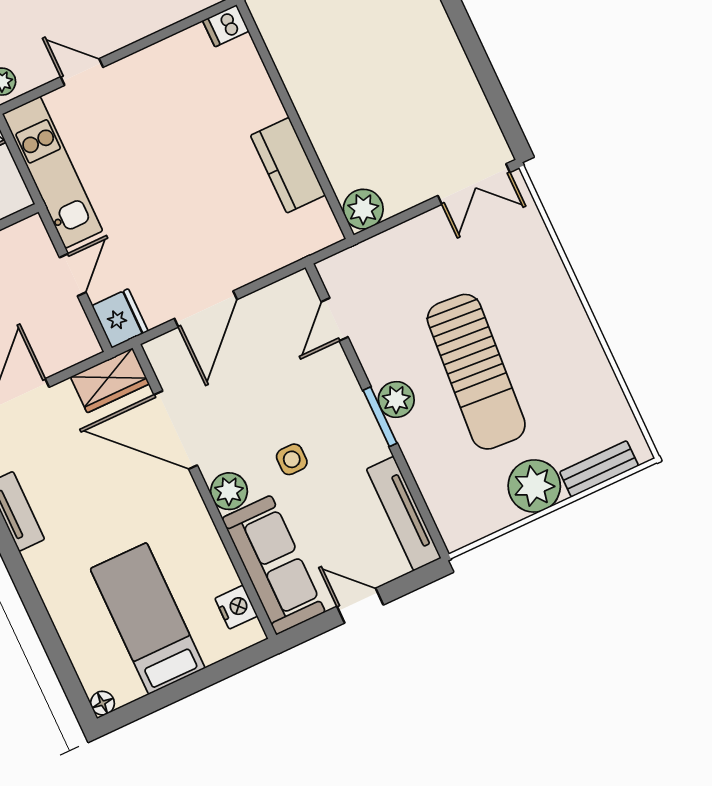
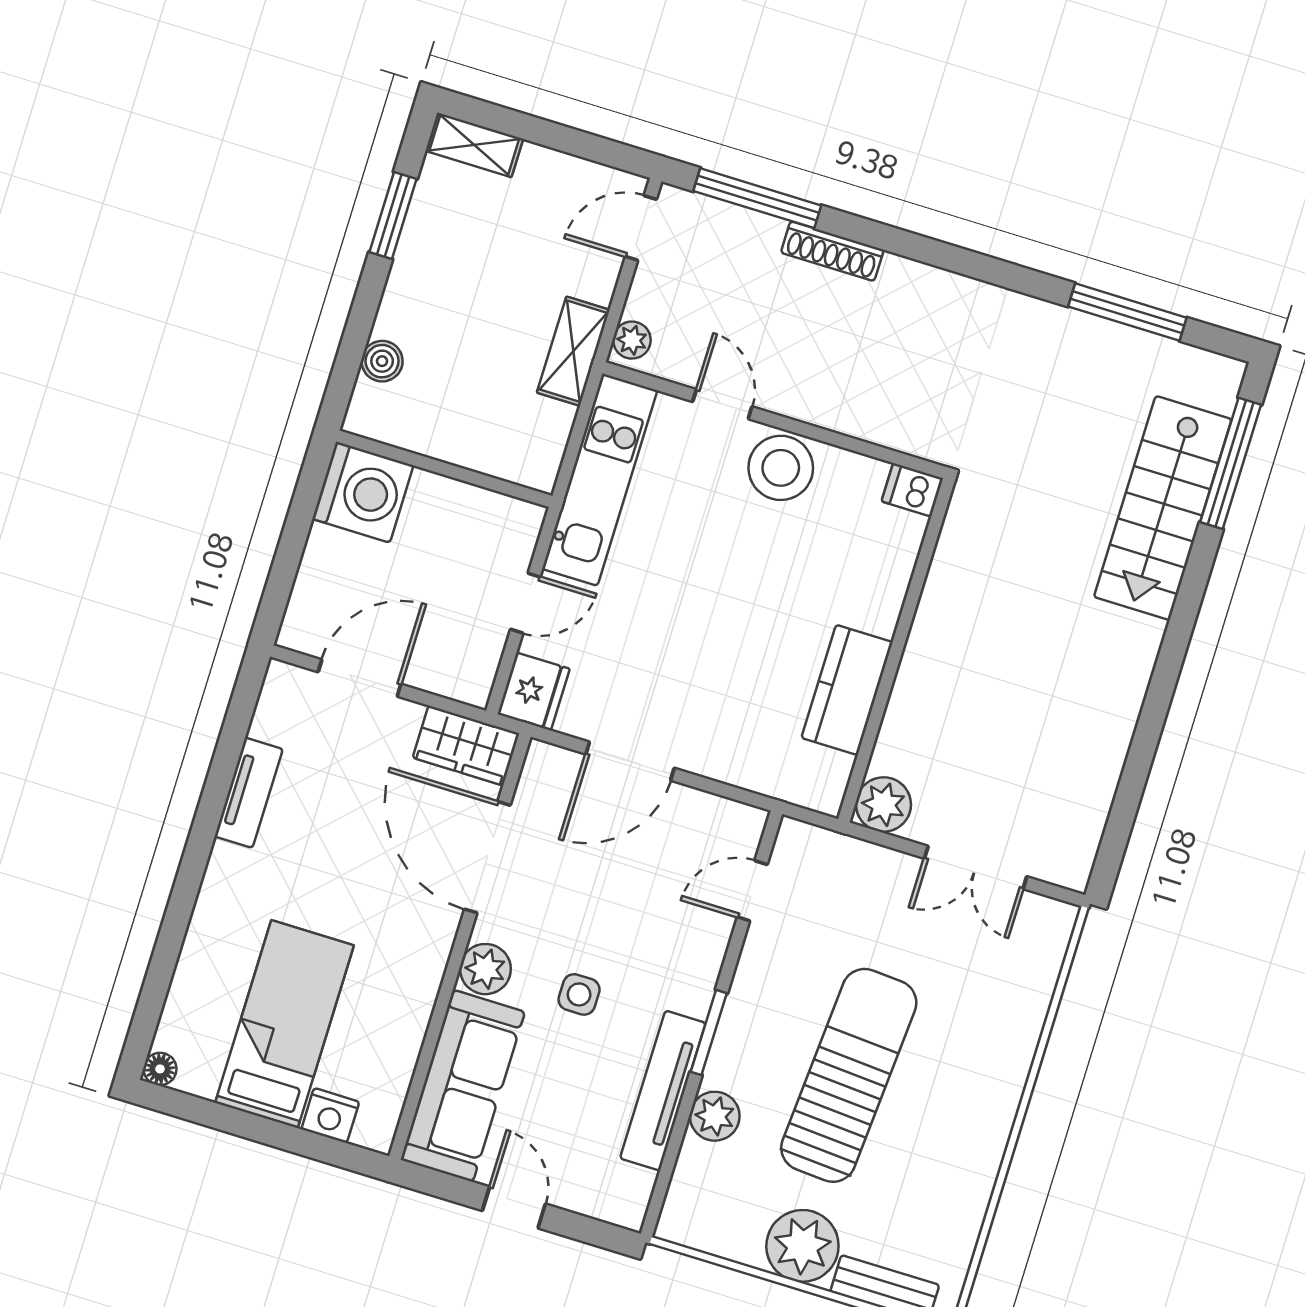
stool: (144, 78) -> (781, 468), added
double door: (474, 184) -> (976, 867), moved
sun lounger: (476, 372) -> (849, 1075), turned 180
plant: (396, 399) -> (715, 1116), moved
tv unit: (404, 514) -> (663, 1091), moved
nightstand: (236, 607) -> (330, 1116), moved, turned 90

